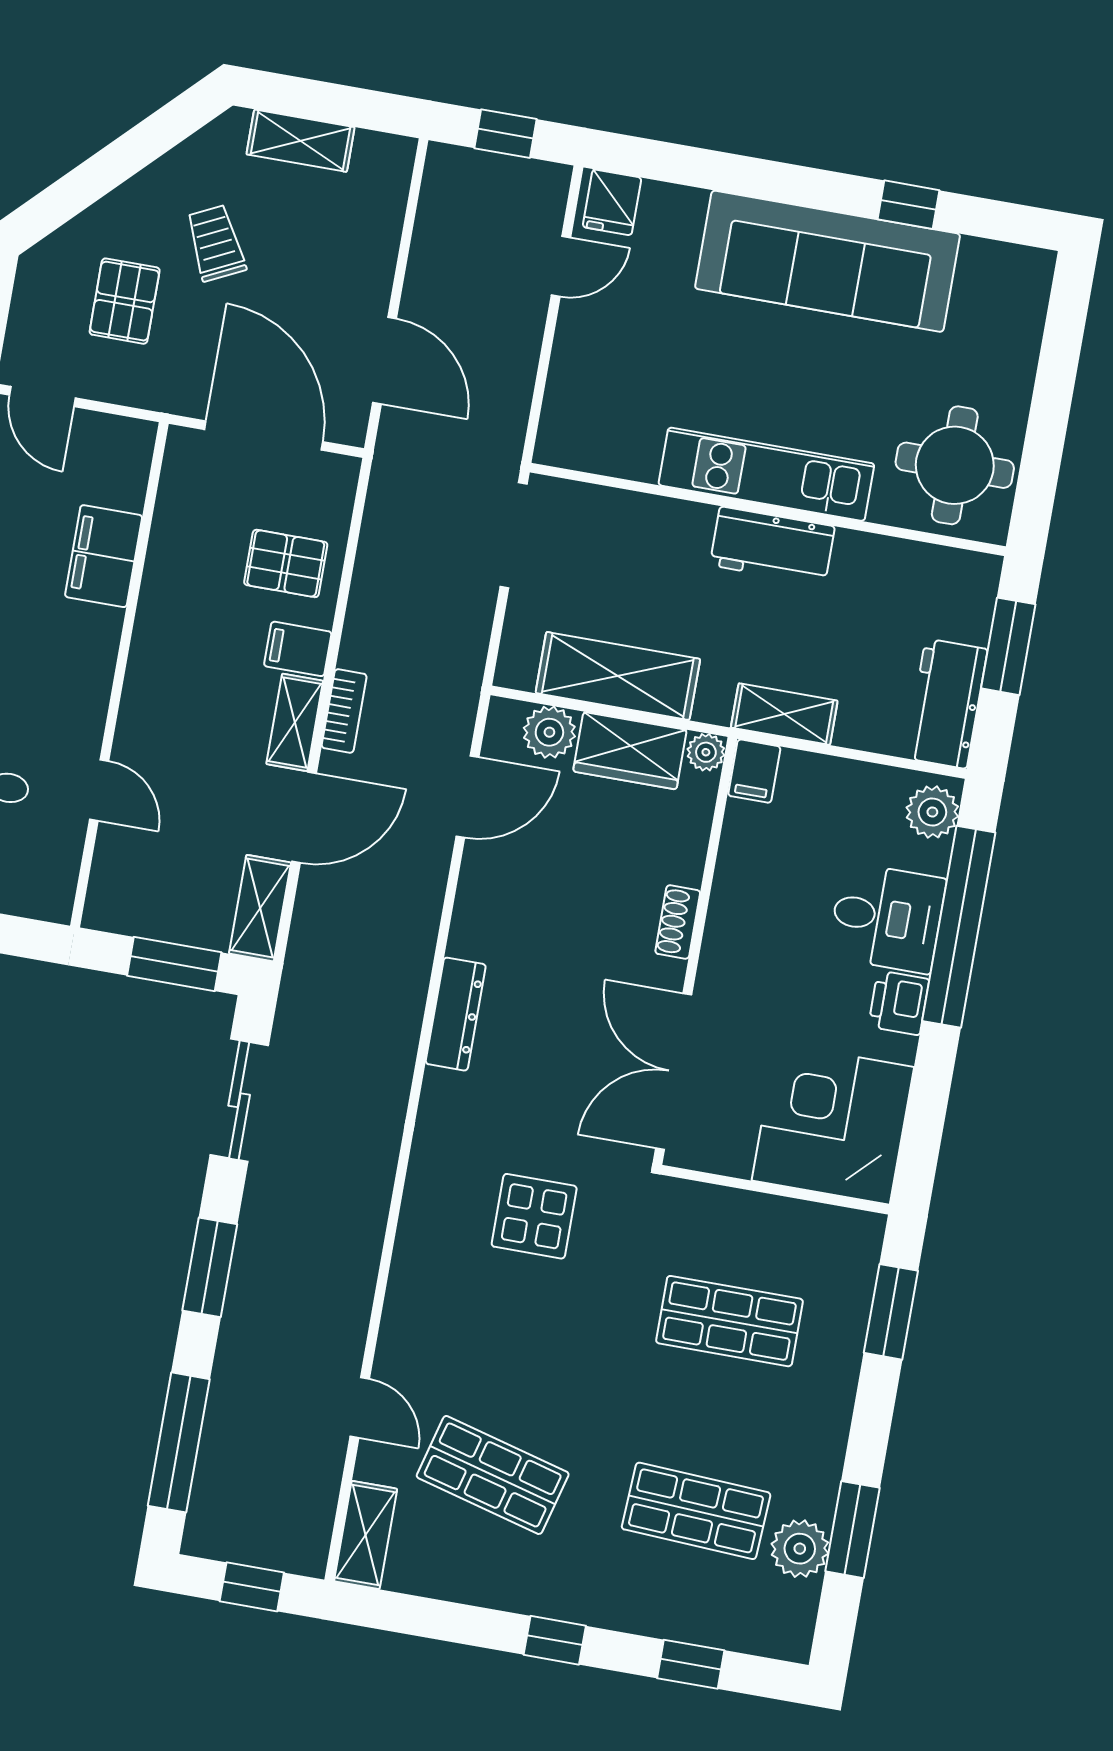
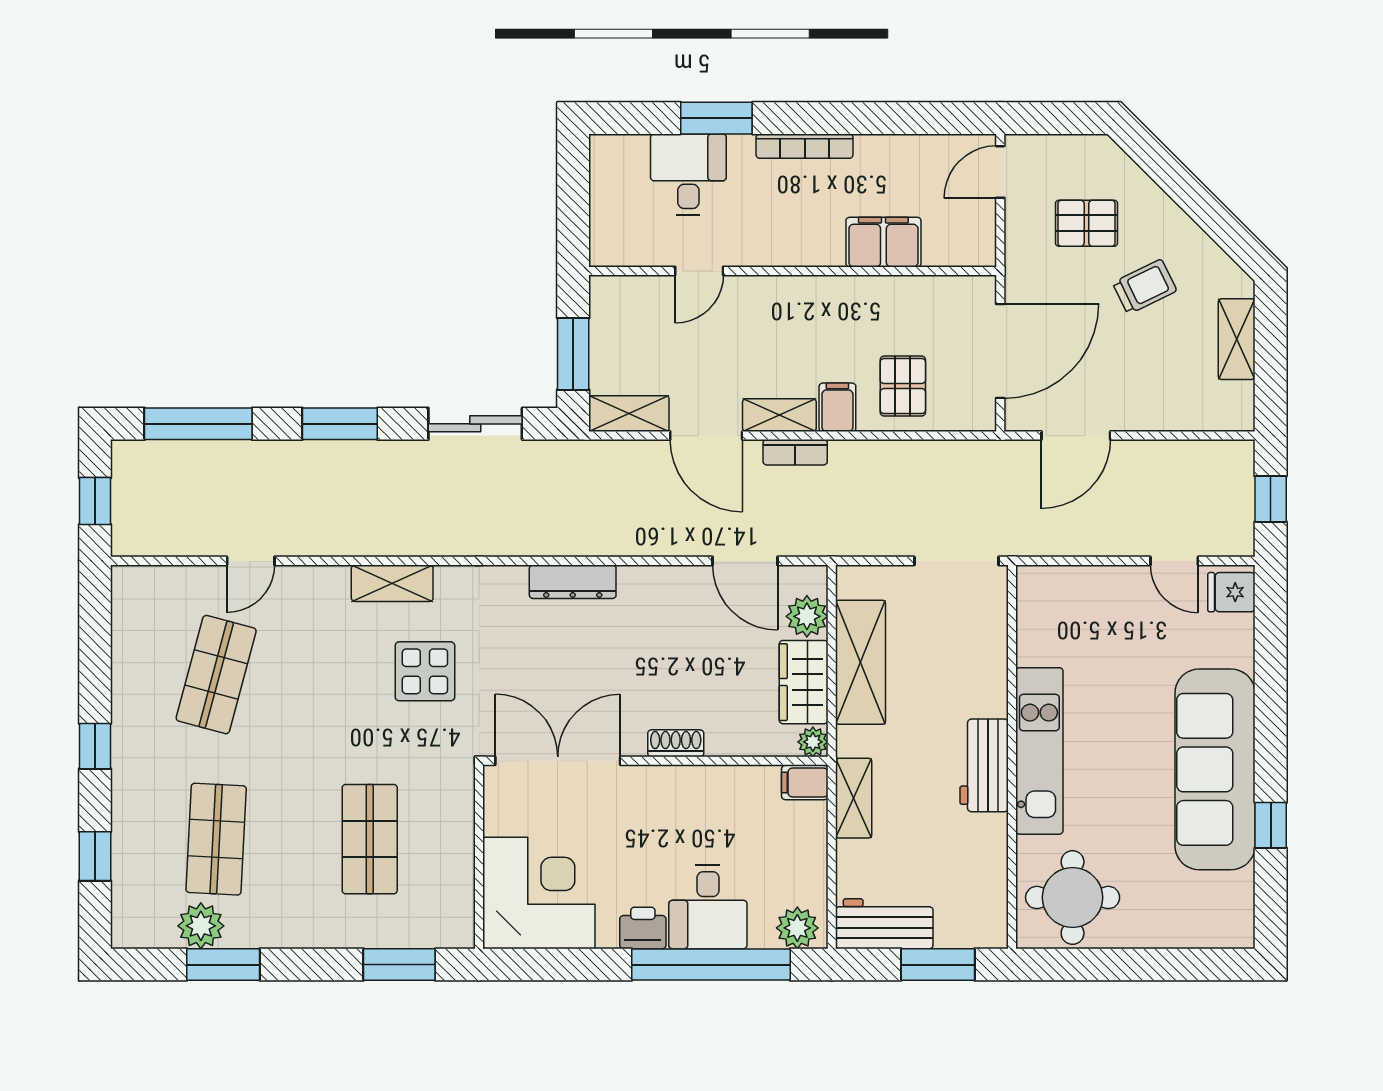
shelving: (366, 1535) -> (392, 583), moved

